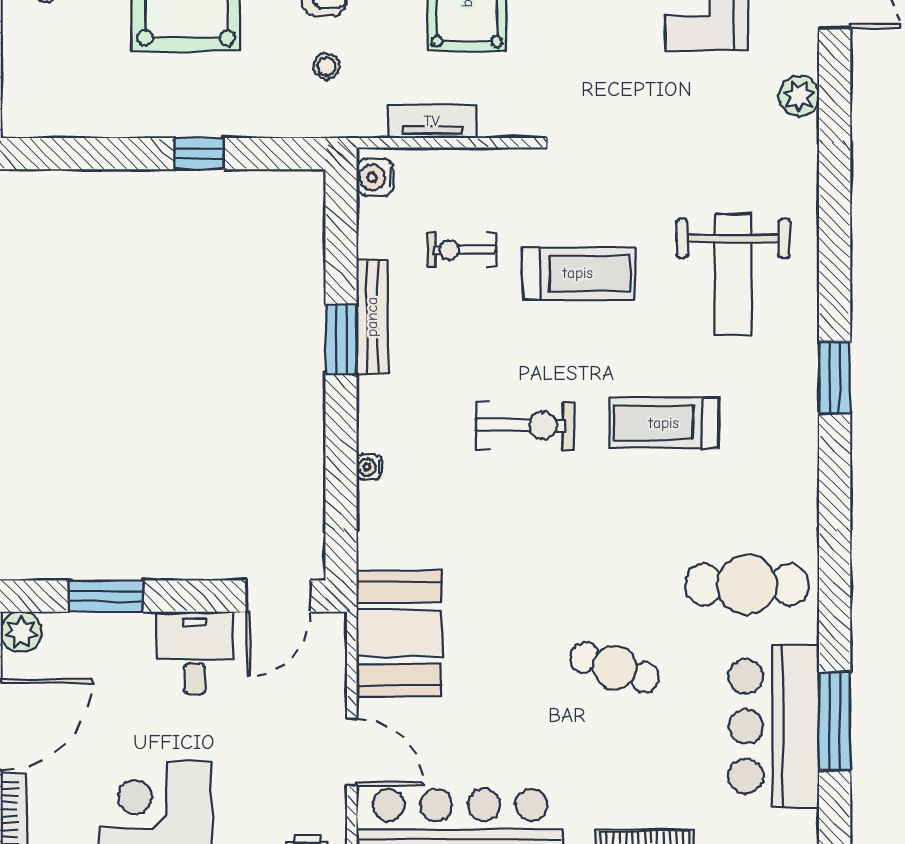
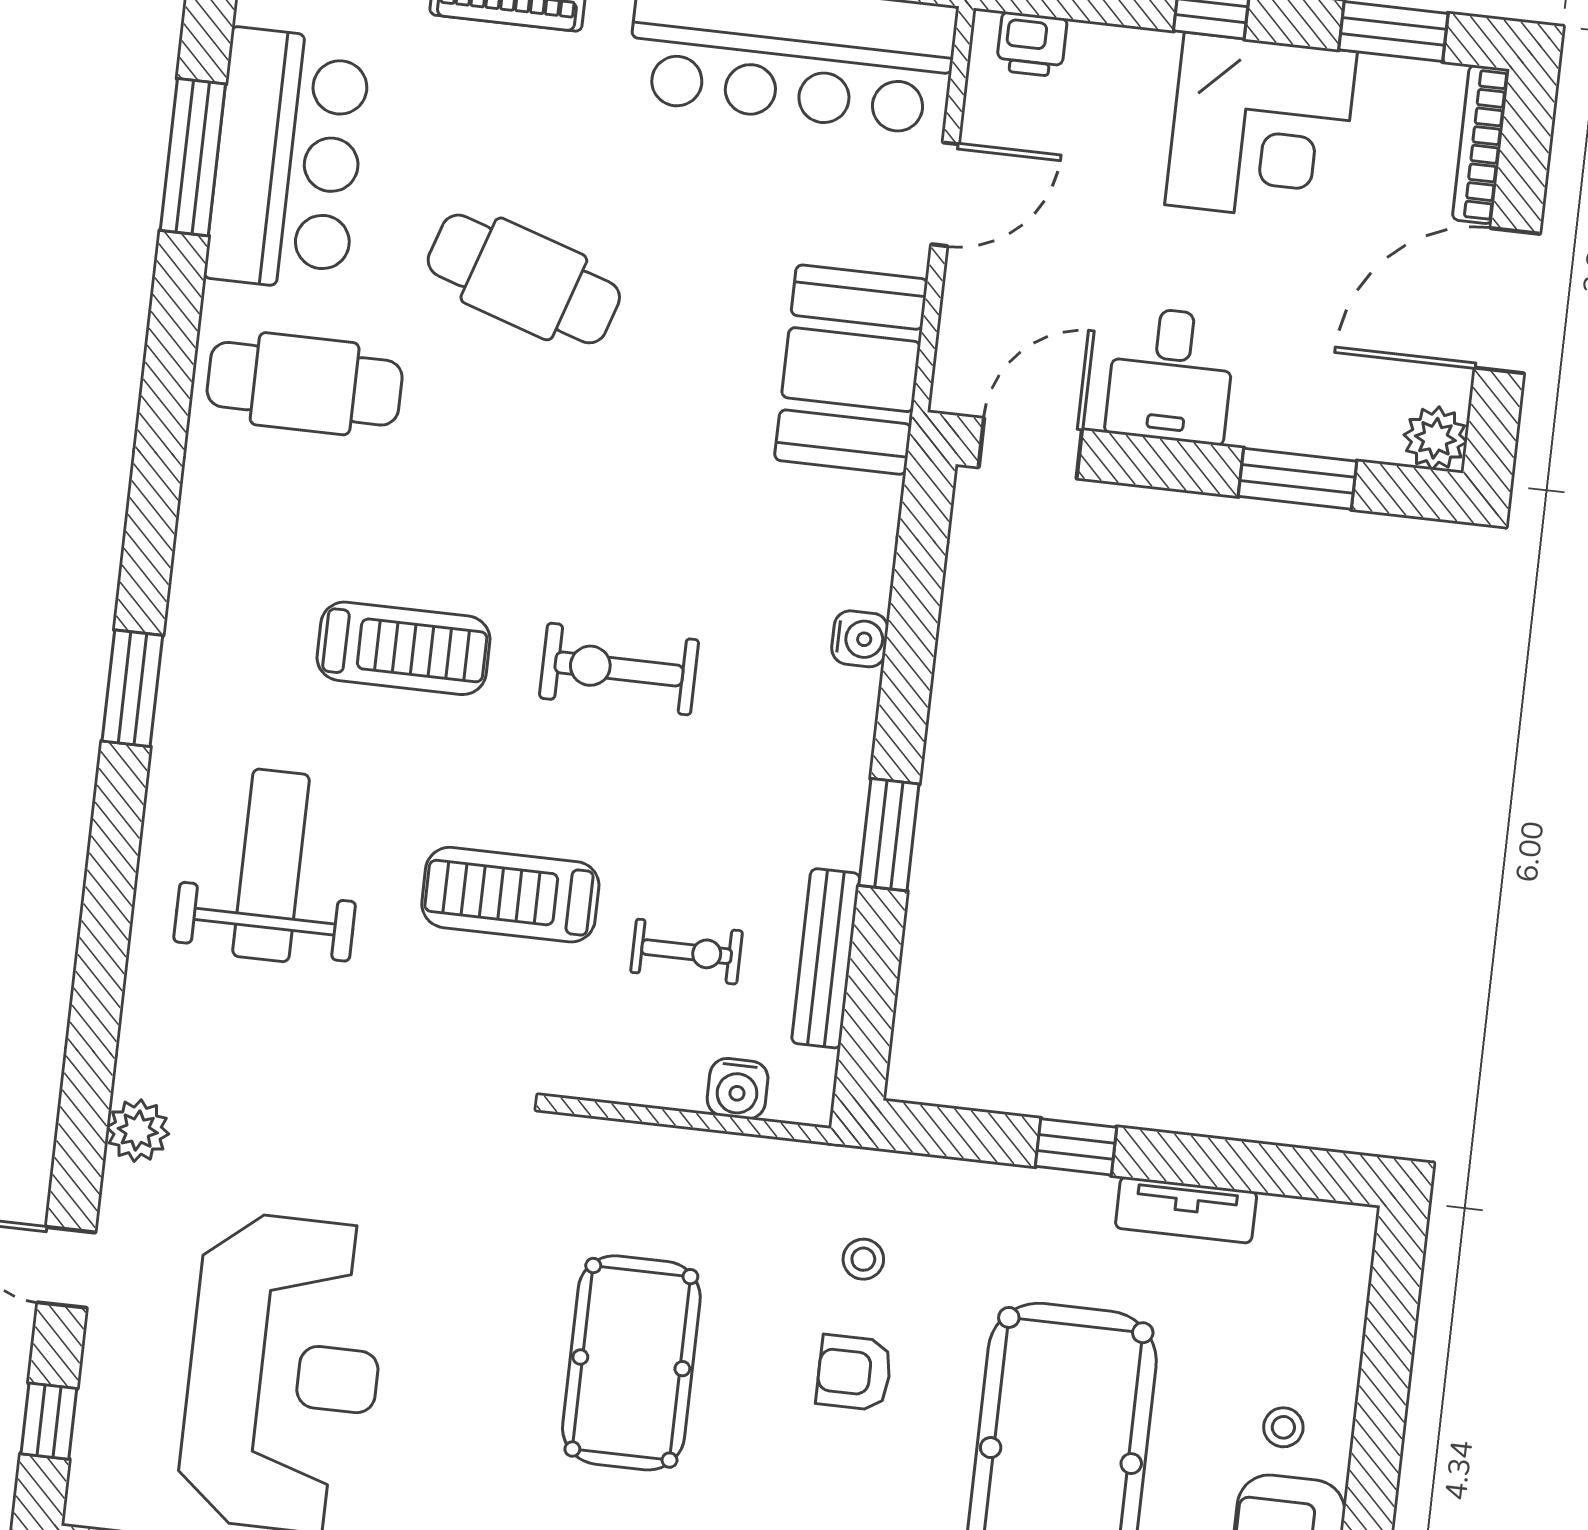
tv unit: (432, 121) -> (1186, 1210), moved
water cooler: (375, 177) -> (738, 1089), moved, turned 90
bench: (372, 317) -> (826, 958), moved
water cooler: (369, 467) -> (860, 639), width x1.38, depth x1.38
cafe table: (614, 667) -> (524, 279), width x1.37, depth x1.35
door: (352, 752) -> (945, 194), swing flipped

